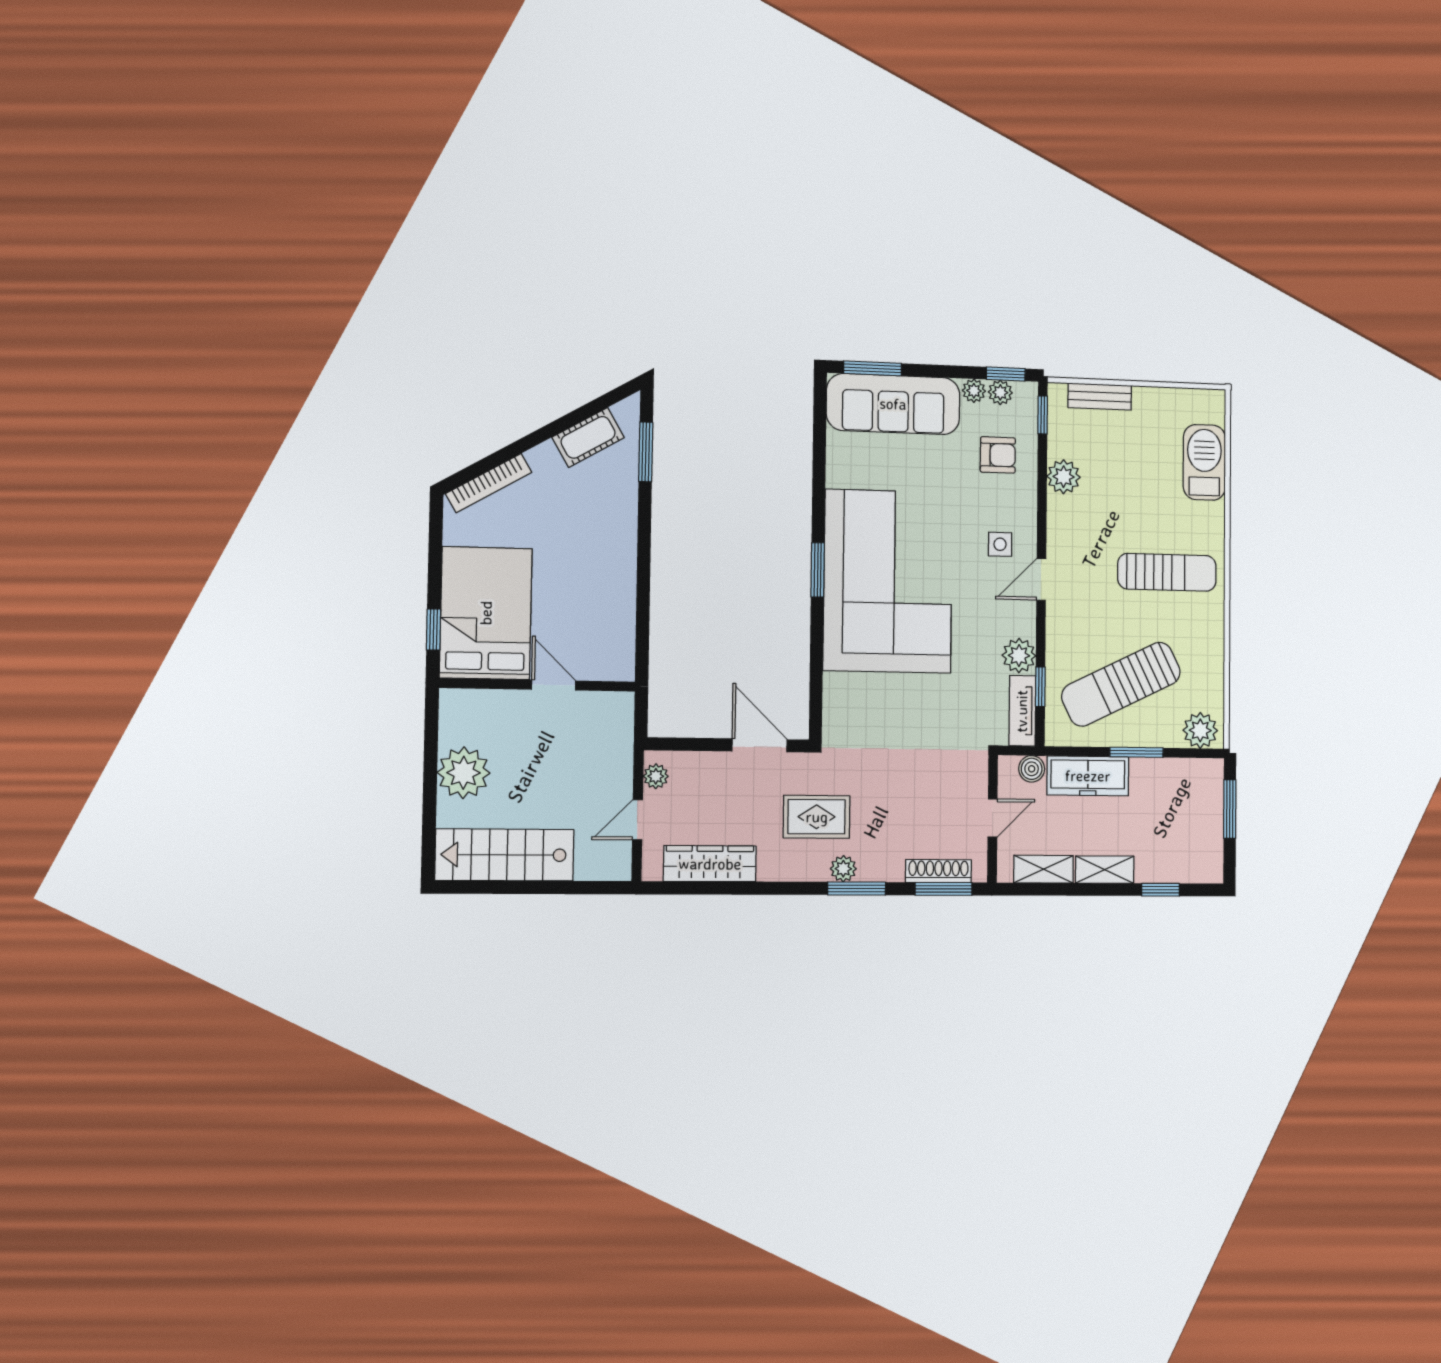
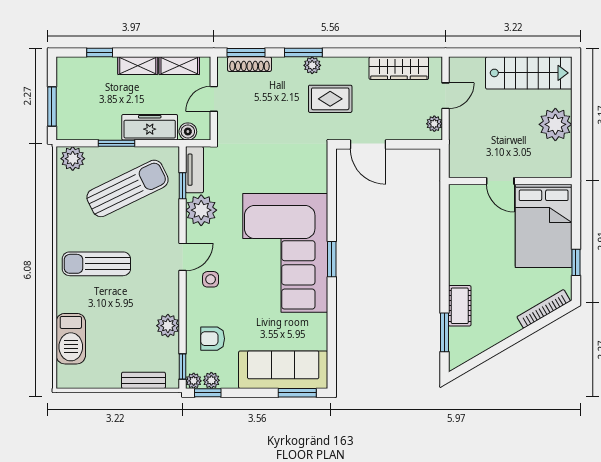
plant: (974, 391) -> (194, 381), moved
cot: (588, 437) -> (460, 306), moved, turned -60
window: (433, 630) -> (576, 262), moved
plant: (1019, 656) -> (201, 210), width x1.36, depth x1.36

